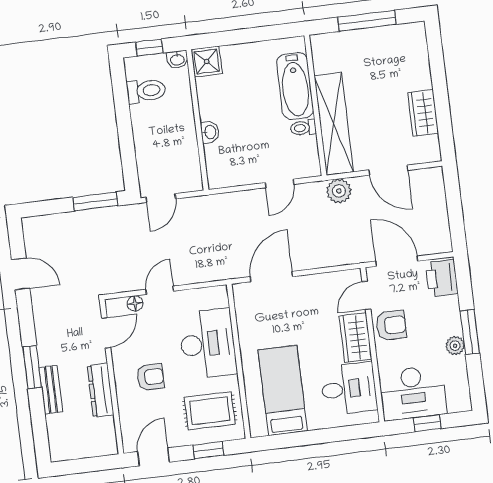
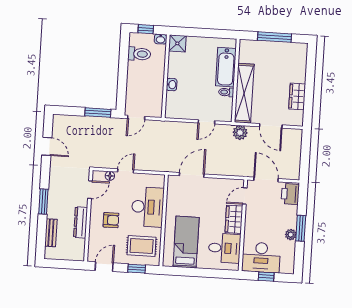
armchair: (391, 325) -> (256, 216), removed
bench: (51, 390) -> (51, 233), moved

